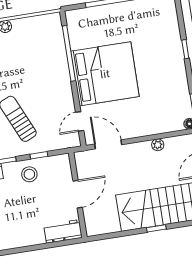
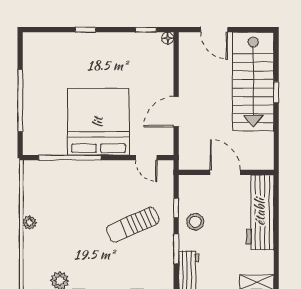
door: (108, 144) -> (176, 112), moved
plant: (158, 145) -> (185, 76), removed
workbench: (63, 231) -> (260, 212), width x1.88, depth x1.32

